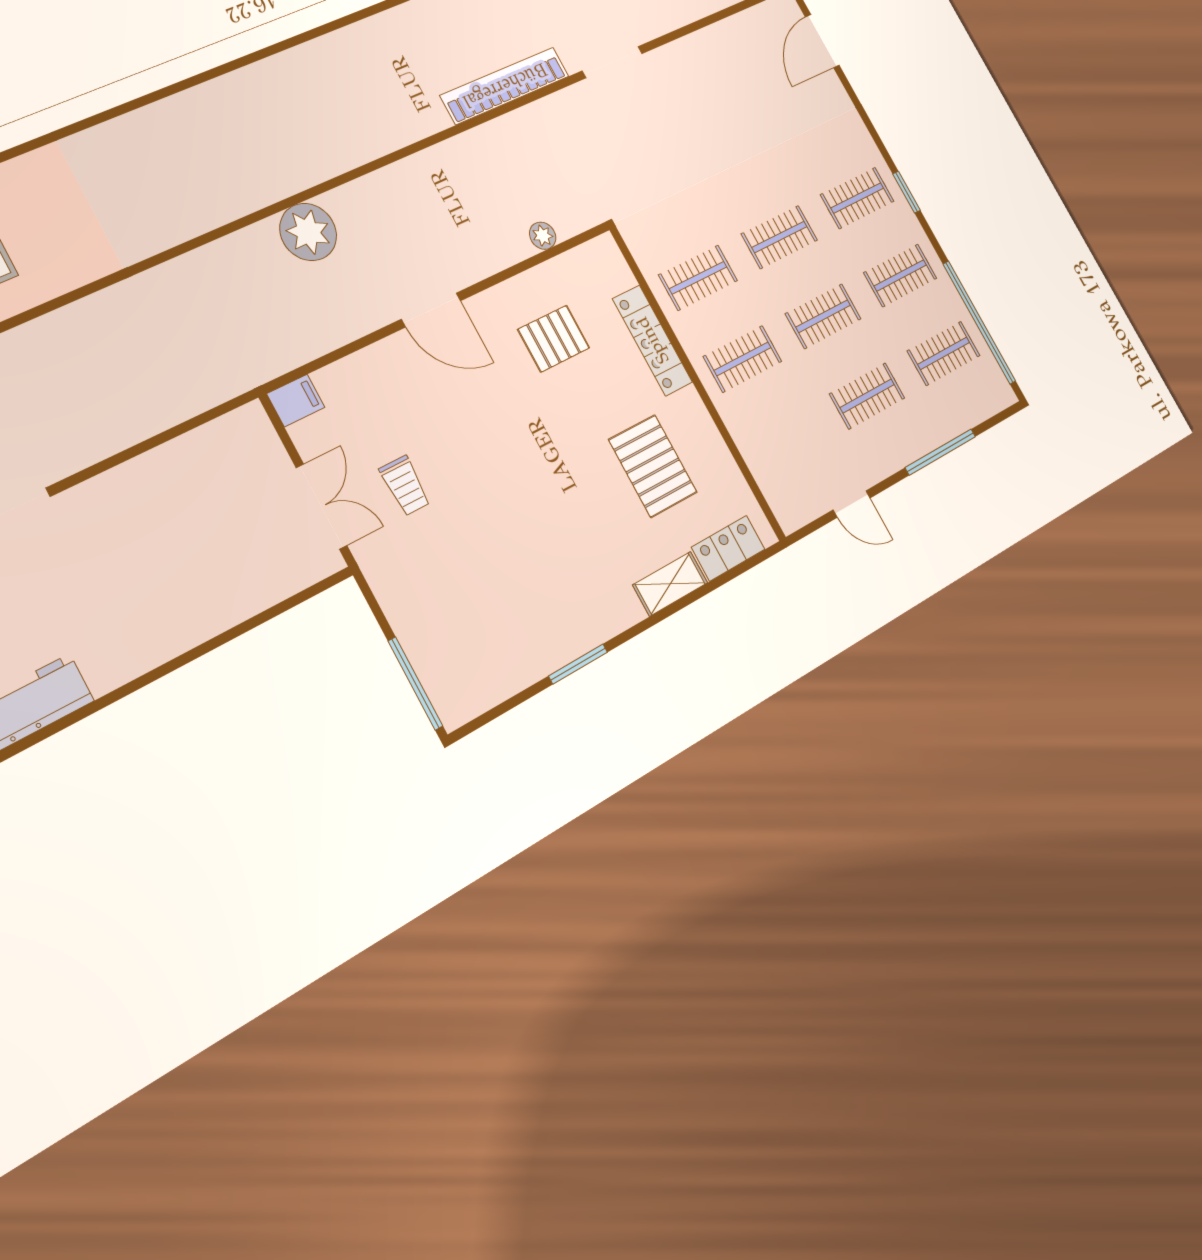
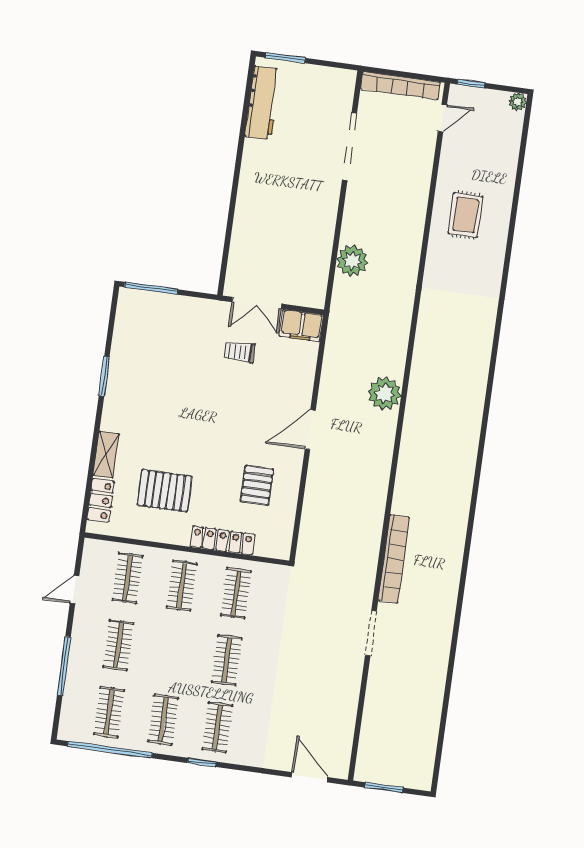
plant: (543, 236) -> (352, 261), moved, width x1.87, depth x1.87
clothes rail: (823, 316) -> (128, 578), moved
filing cabinet: (296, 401) -> (301, 326), width x2.00

